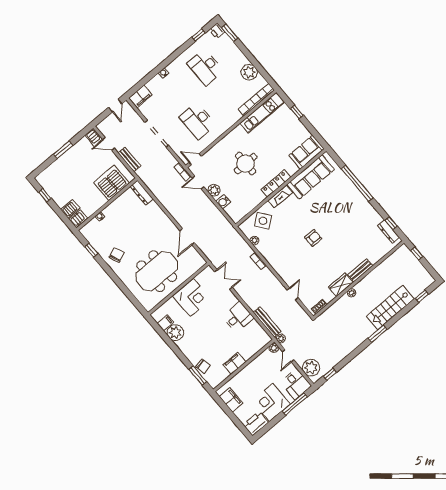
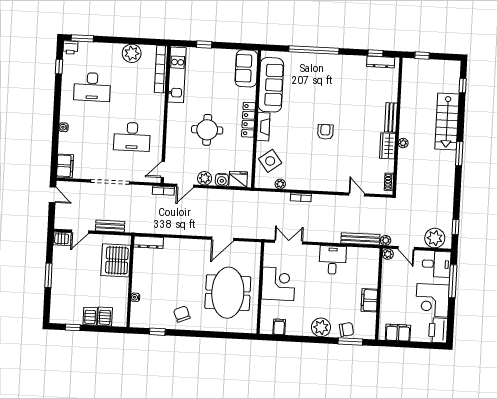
fridge: (233, 212) -> (238, 179), added
server rack: (78, 219) -> (90, 316), moved
door: (187, 237) -> (223, 239), hinge flipped
plant: (175, 333) -> (321, 327), moved

